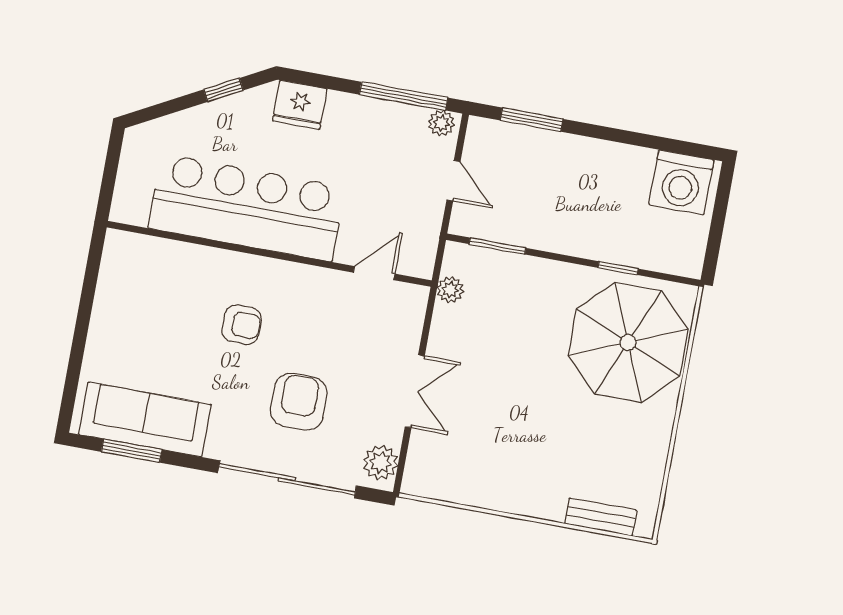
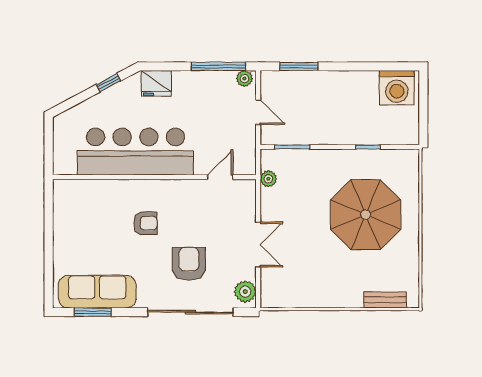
parasol: (628, 342) -> (366, 215), moved

